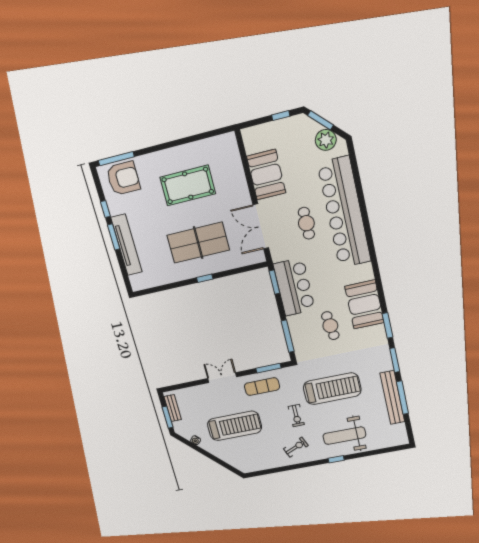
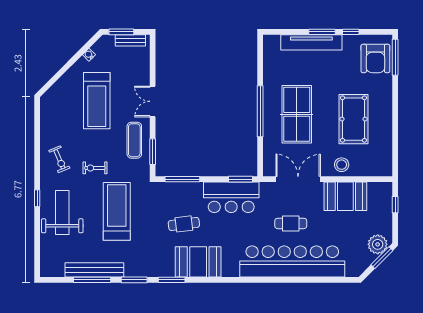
window: (281, 116) -> (395, 205), moved
plant: (326, 140) -> (378, 244), moved
stool: (236, 186) -> (342, 165), added
window: (205, 278) -> (260, 111), width x3.17
double door: (222, 378) -> (153, 101), swing flipped
treadmill: (332, 389) -> (117, 211), turned 180

